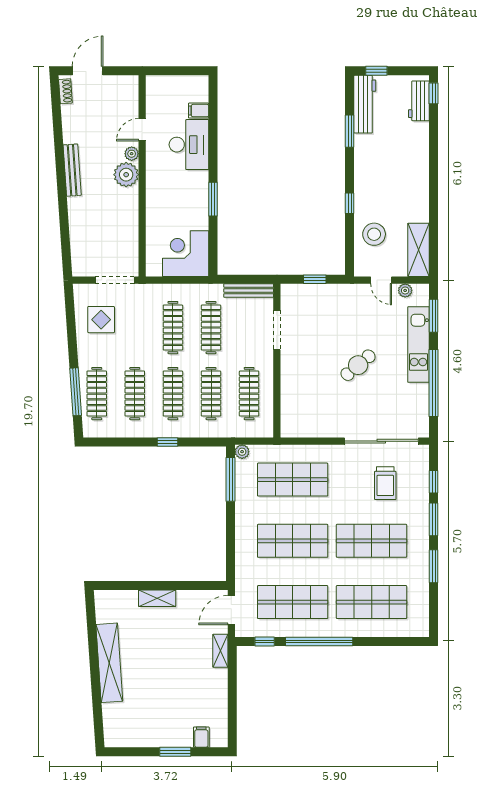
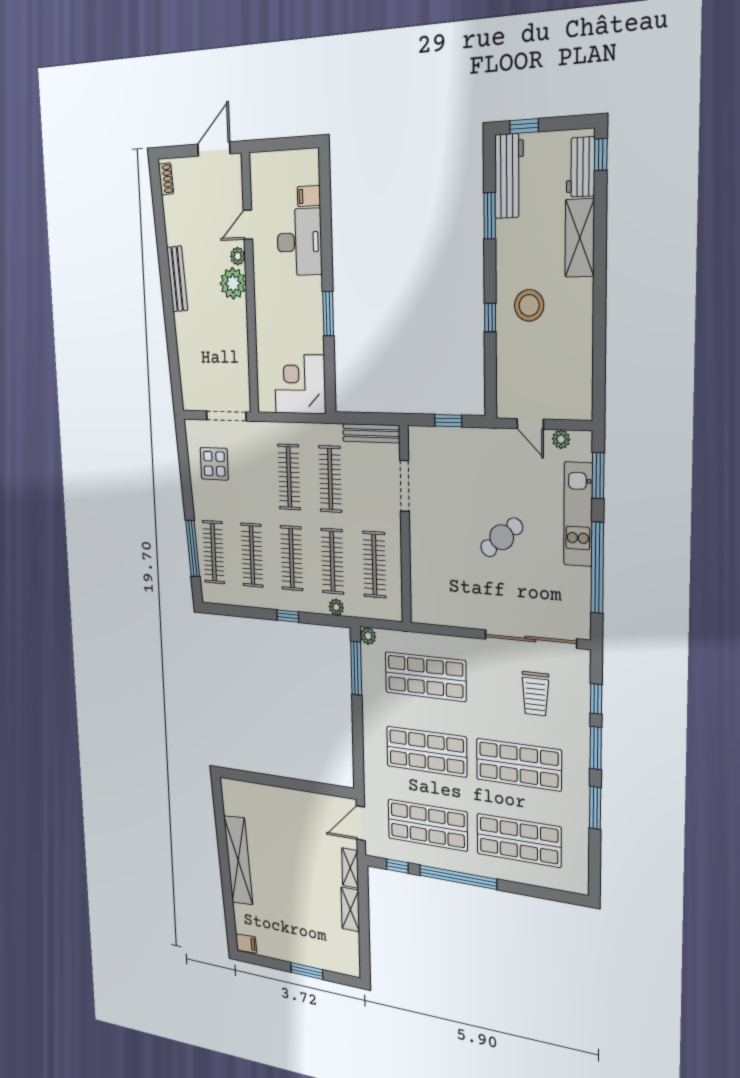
door: (88, 71) -> (214, 149), moved
stool: (374, 234) -> (529, 305), moved
shelving: (419, 250) -> (580, 238), moved
plant: (214, 431) -> (336, 607), added
shelving: (157, 598) -> (350, 909), moved, turned 90
filing cabinet: (201, 737) -> (246, 943), moved, turned 86

